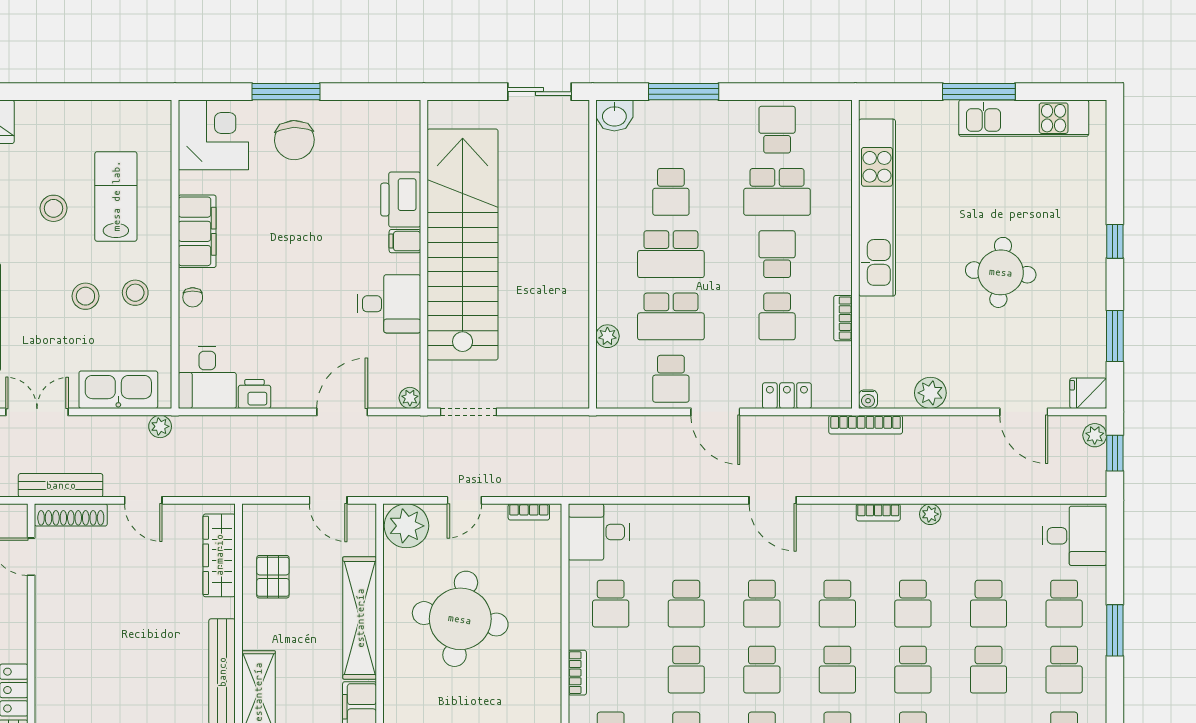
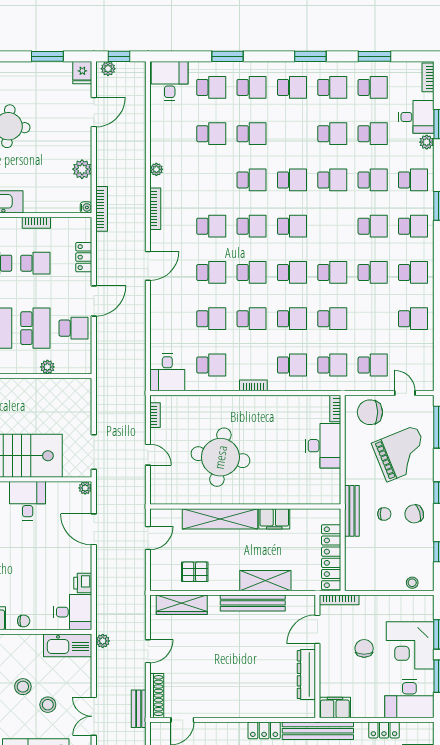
stool: (135, 293) -> (48, 705), moved
kitchen sink: (118, 390) -> (68, 645), moved, turned -90
bench: (61, 485) -> (139, 709), width x0.73
bookcase: (878, 512) -> (155, 209), width x1.56
plant: (406, 526) -> (164, 490), removed
school desk: (913, 604) -> (211, 180), removed

